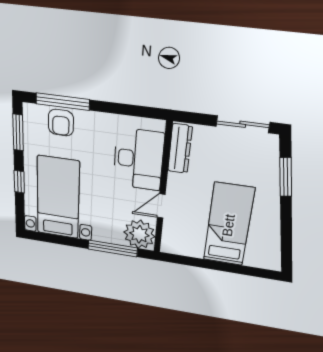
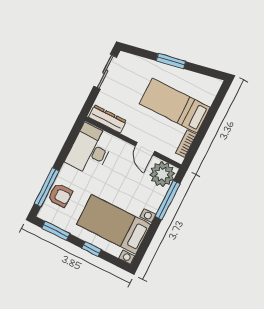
desk: (138, 159) -> (90, 150), moved, turned -90
window: (286, 177) -> (171, 61), moved
bookcase: (186, 250) -> (186, 144), added

